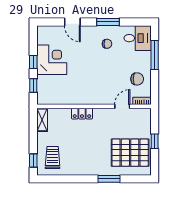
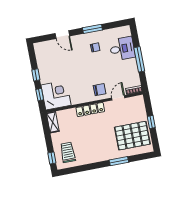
desk: (138, 38) -> (122, 49), moved
window: (155, 55) -> (139, 59), moved
corner desk: (52, 60) -> (56, 95), moved
chair: (137, 79) -> (100, 90), moved
locker: (82, 114) -> (90, 110), width x1.53

